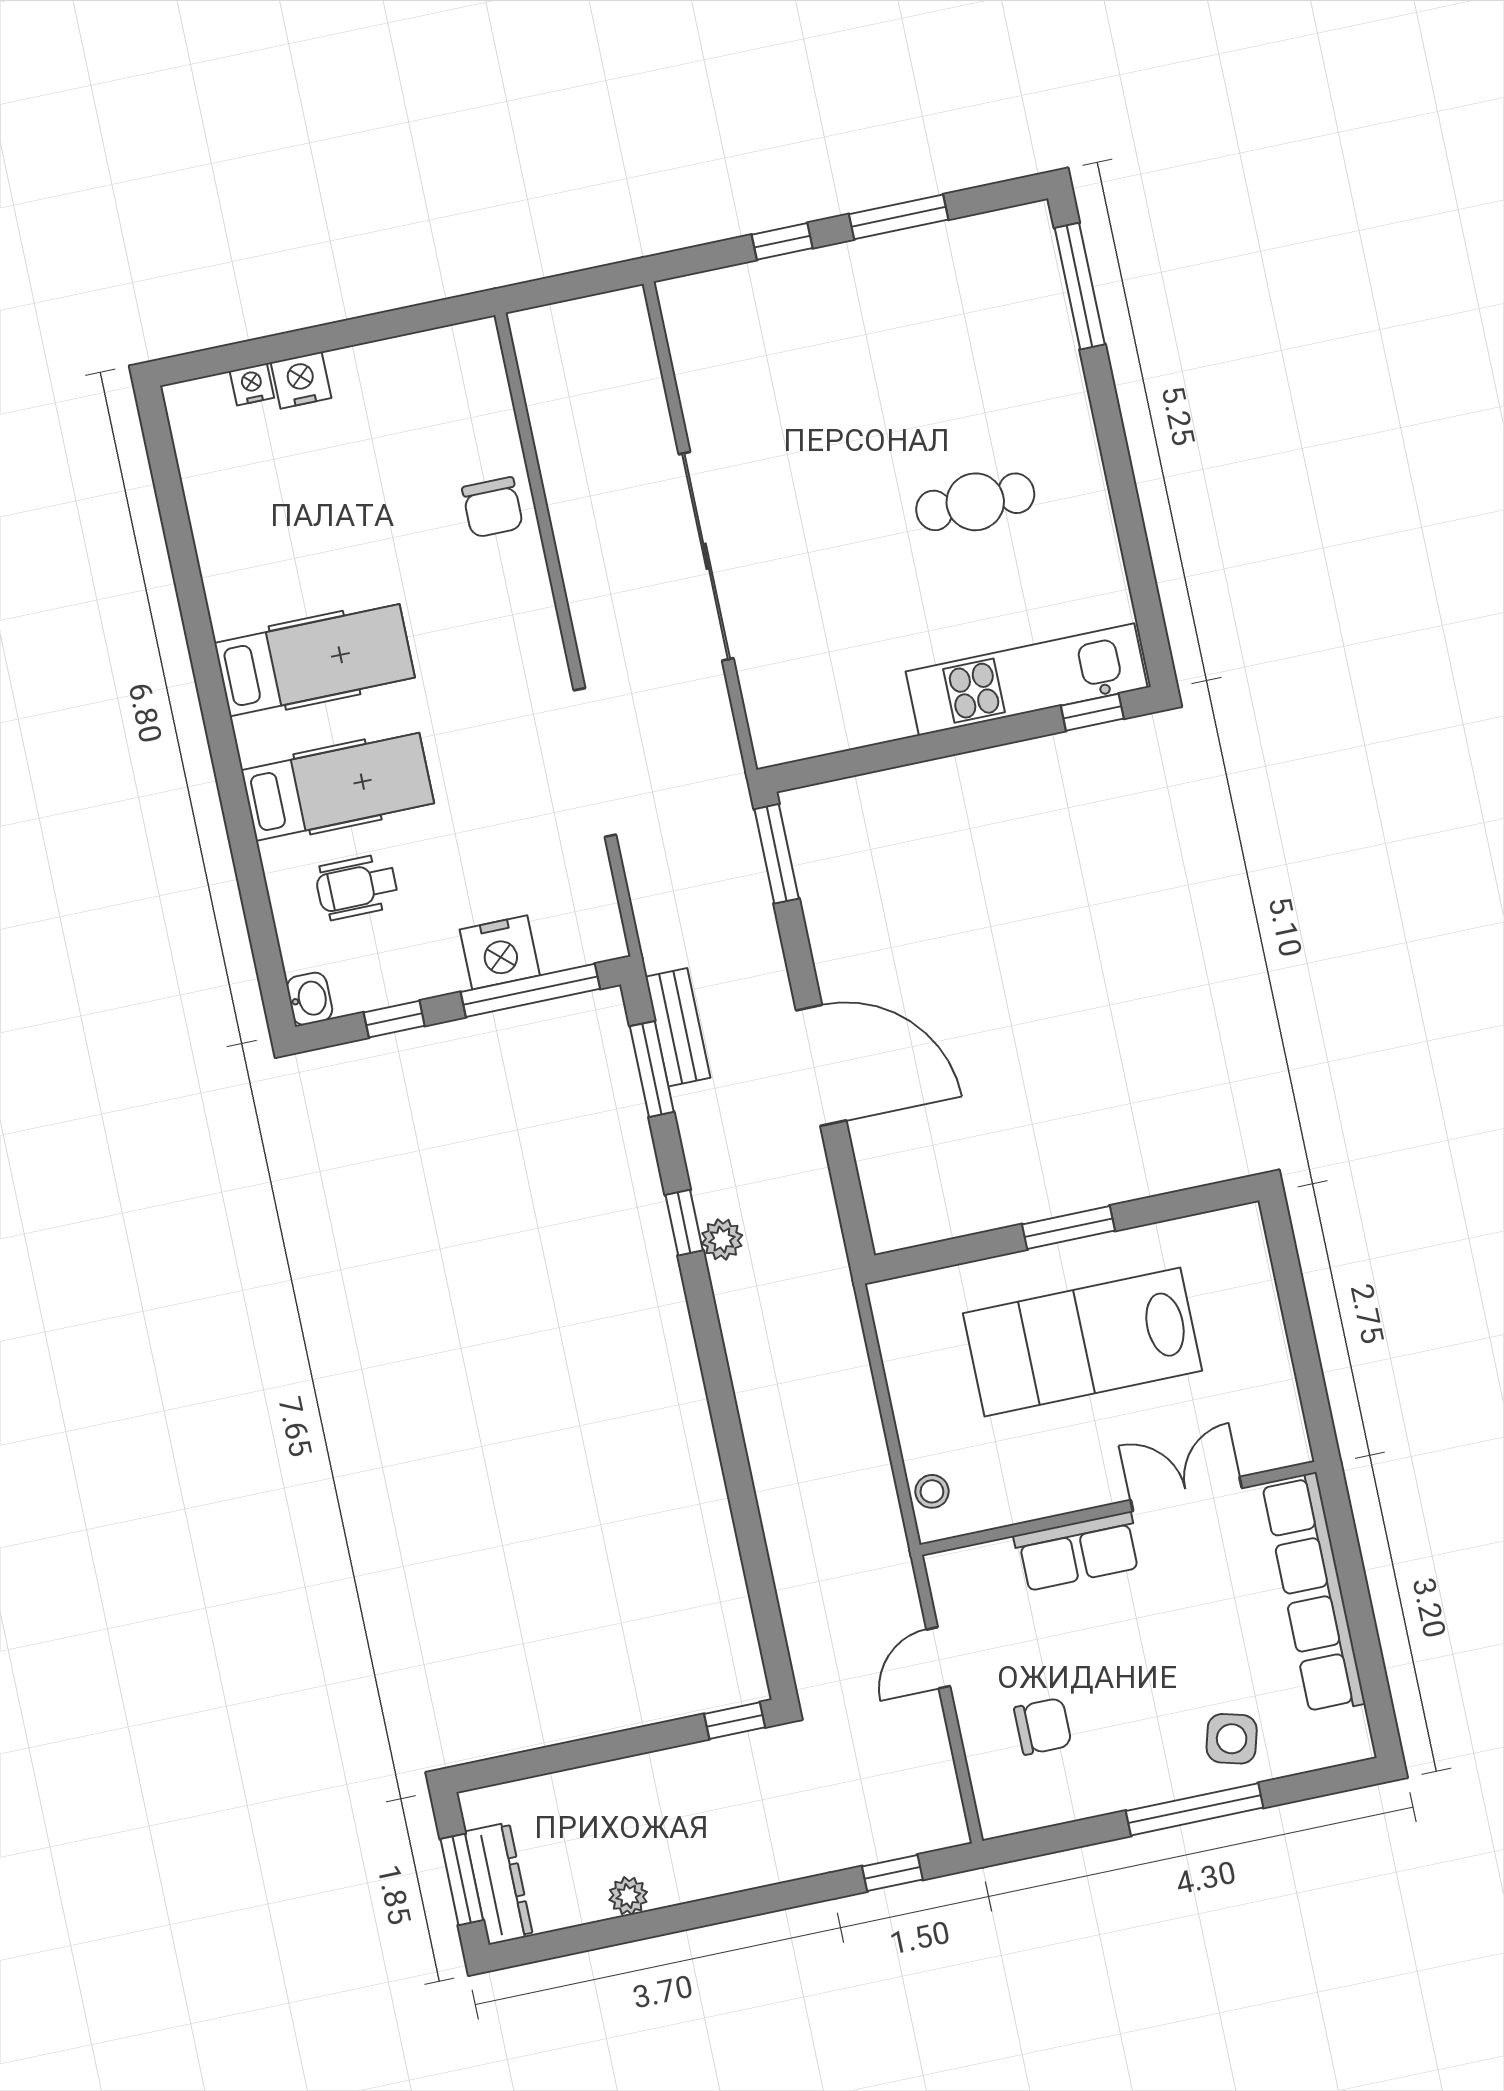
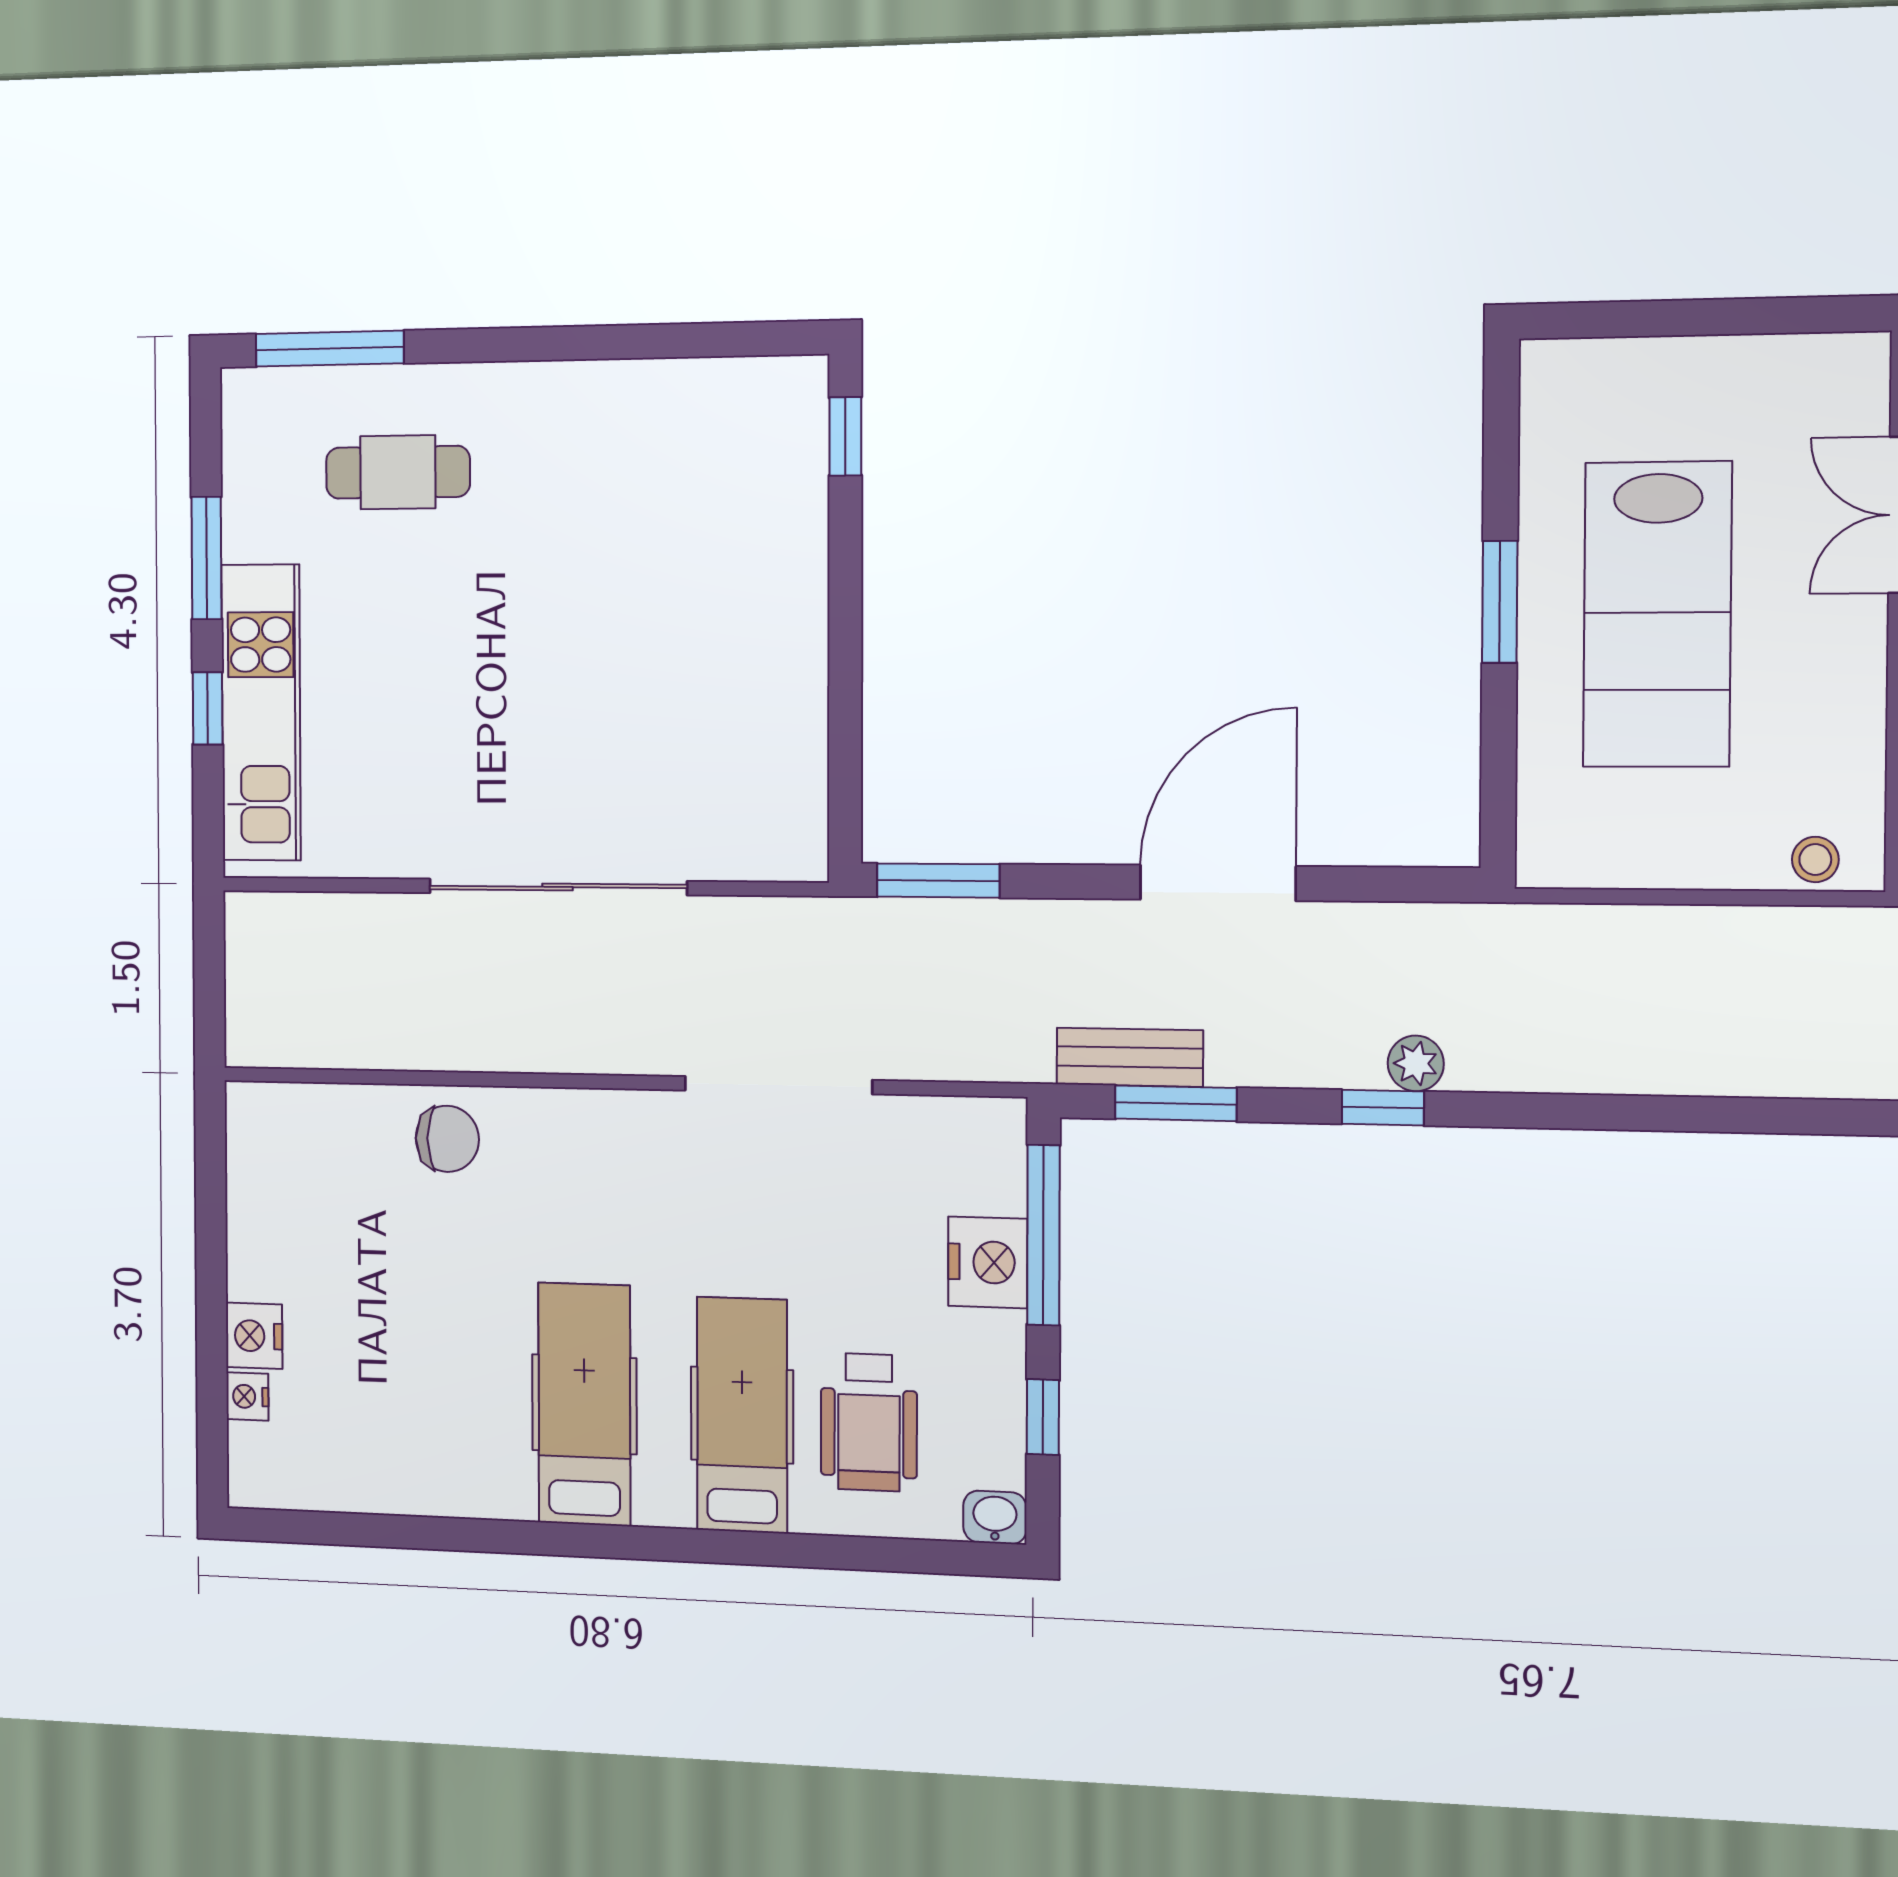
cafe table: (975, 502) -> (398, 472), moved, turned 90
kitchen unit: (1027, 680) -> (261, 713), moved, turned 180
wheelchair: (357, 887) -> (869, 1422), width x1.36, depth x1.37

